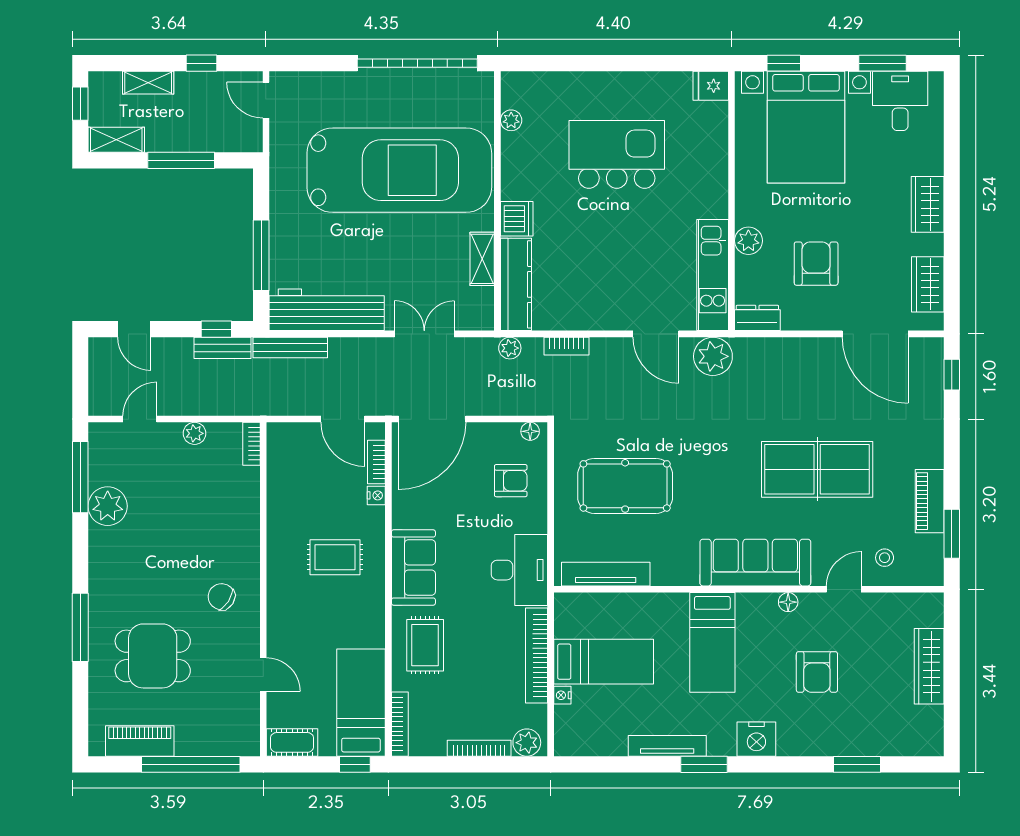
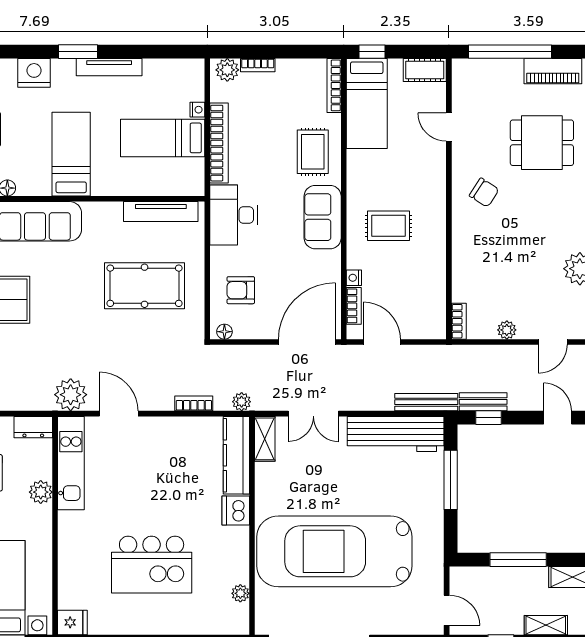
shelving: (482, 259) -> (265, 439), moved
bookcase: (479, 748) -> (258, 65), width x0.64

